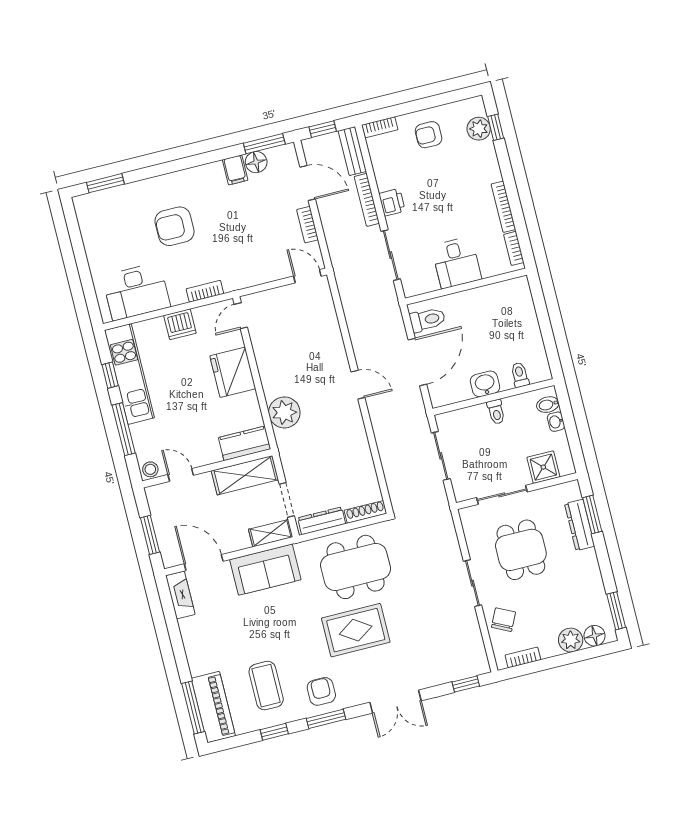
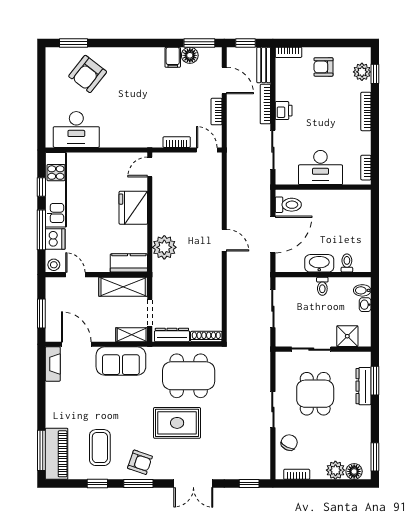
bookcase: (503, 207) -> (366, 111), moved
armchair: (175, 226) -> (88, 74), moved, turned -52
desk: (456, 263) -> (320, 168), width x1.37
bookcase: (205, 291) -> (177, 142), moved
dishwasher: (180, 324) -> (55, 239), moved, turned -90
washbasin: (485, 384) -> (319, 263), width x1.38
armchair: (321, 691) -> (140, 462), turned 109

